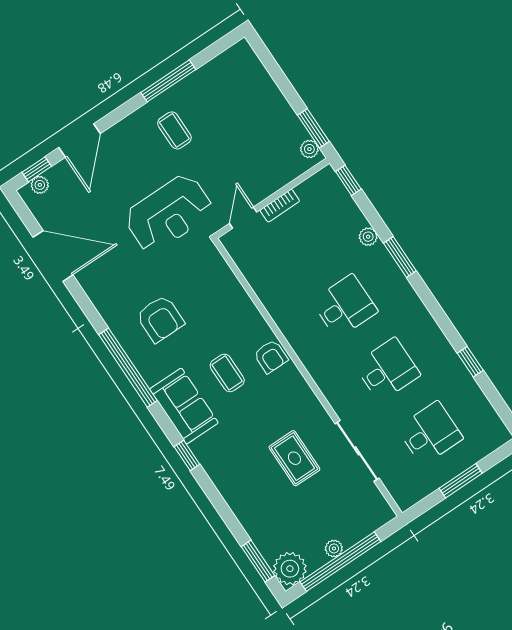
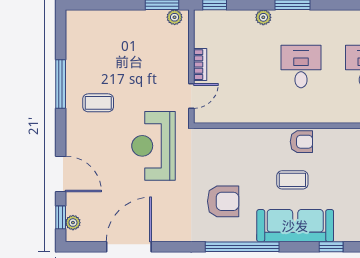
reception desk: (169, 213) -> (153, 146), turned 180
door: (243, 218) -> (191, 96), swing flipped
sofa: (184, 406) -> (295, 226), width x1.36

